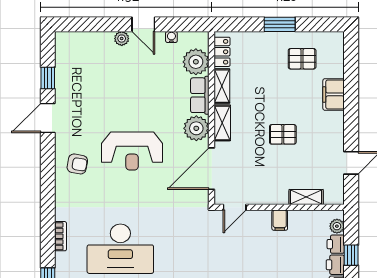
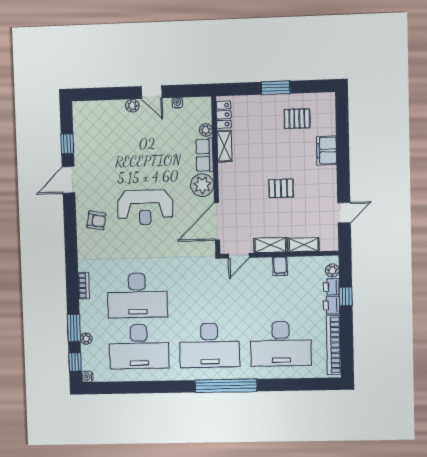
plant: (196, 62) -> (206, 130), width x0.53, depth x0.53
shelving: (222, 123) -> (270, 245), moved, turned 90

